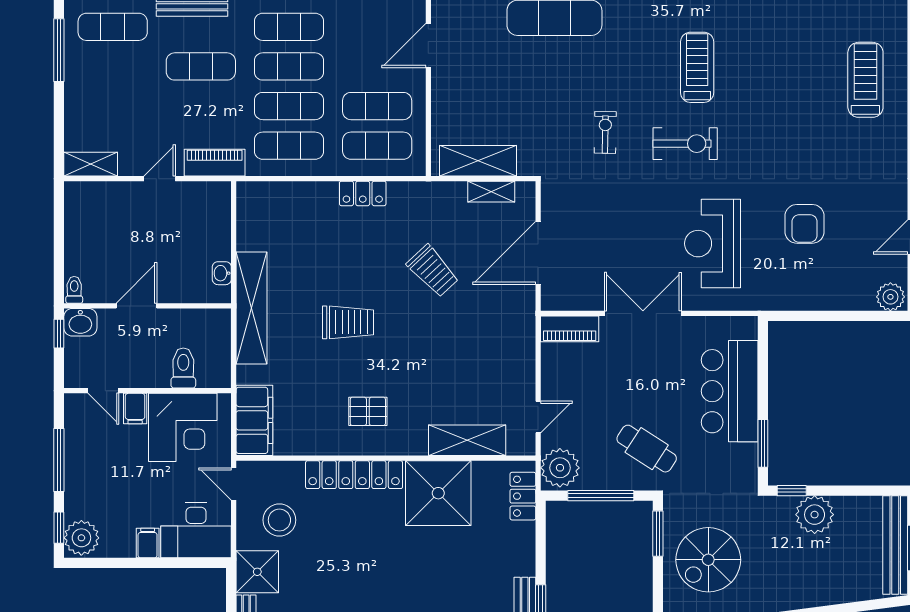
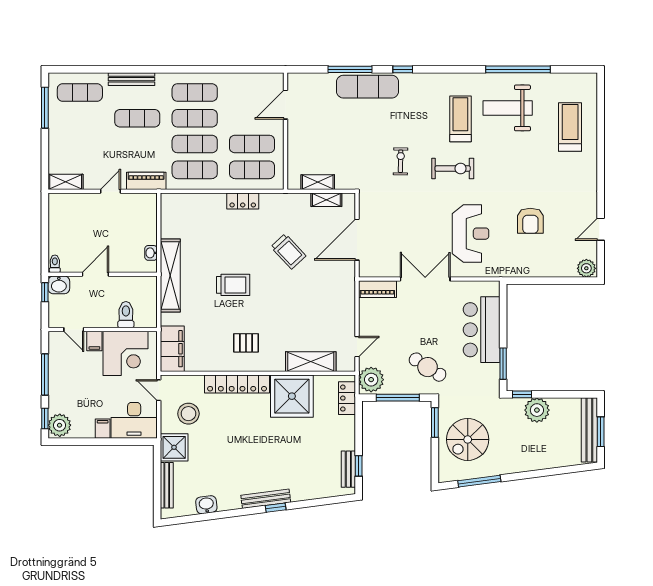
weight bench: (770, 51) -> (508, 108), added
shelving: (478, 161) -> (318, 182), width x0.67, depth x0.75
reception desk: (713, 244) -> (471, 234), turned 180

